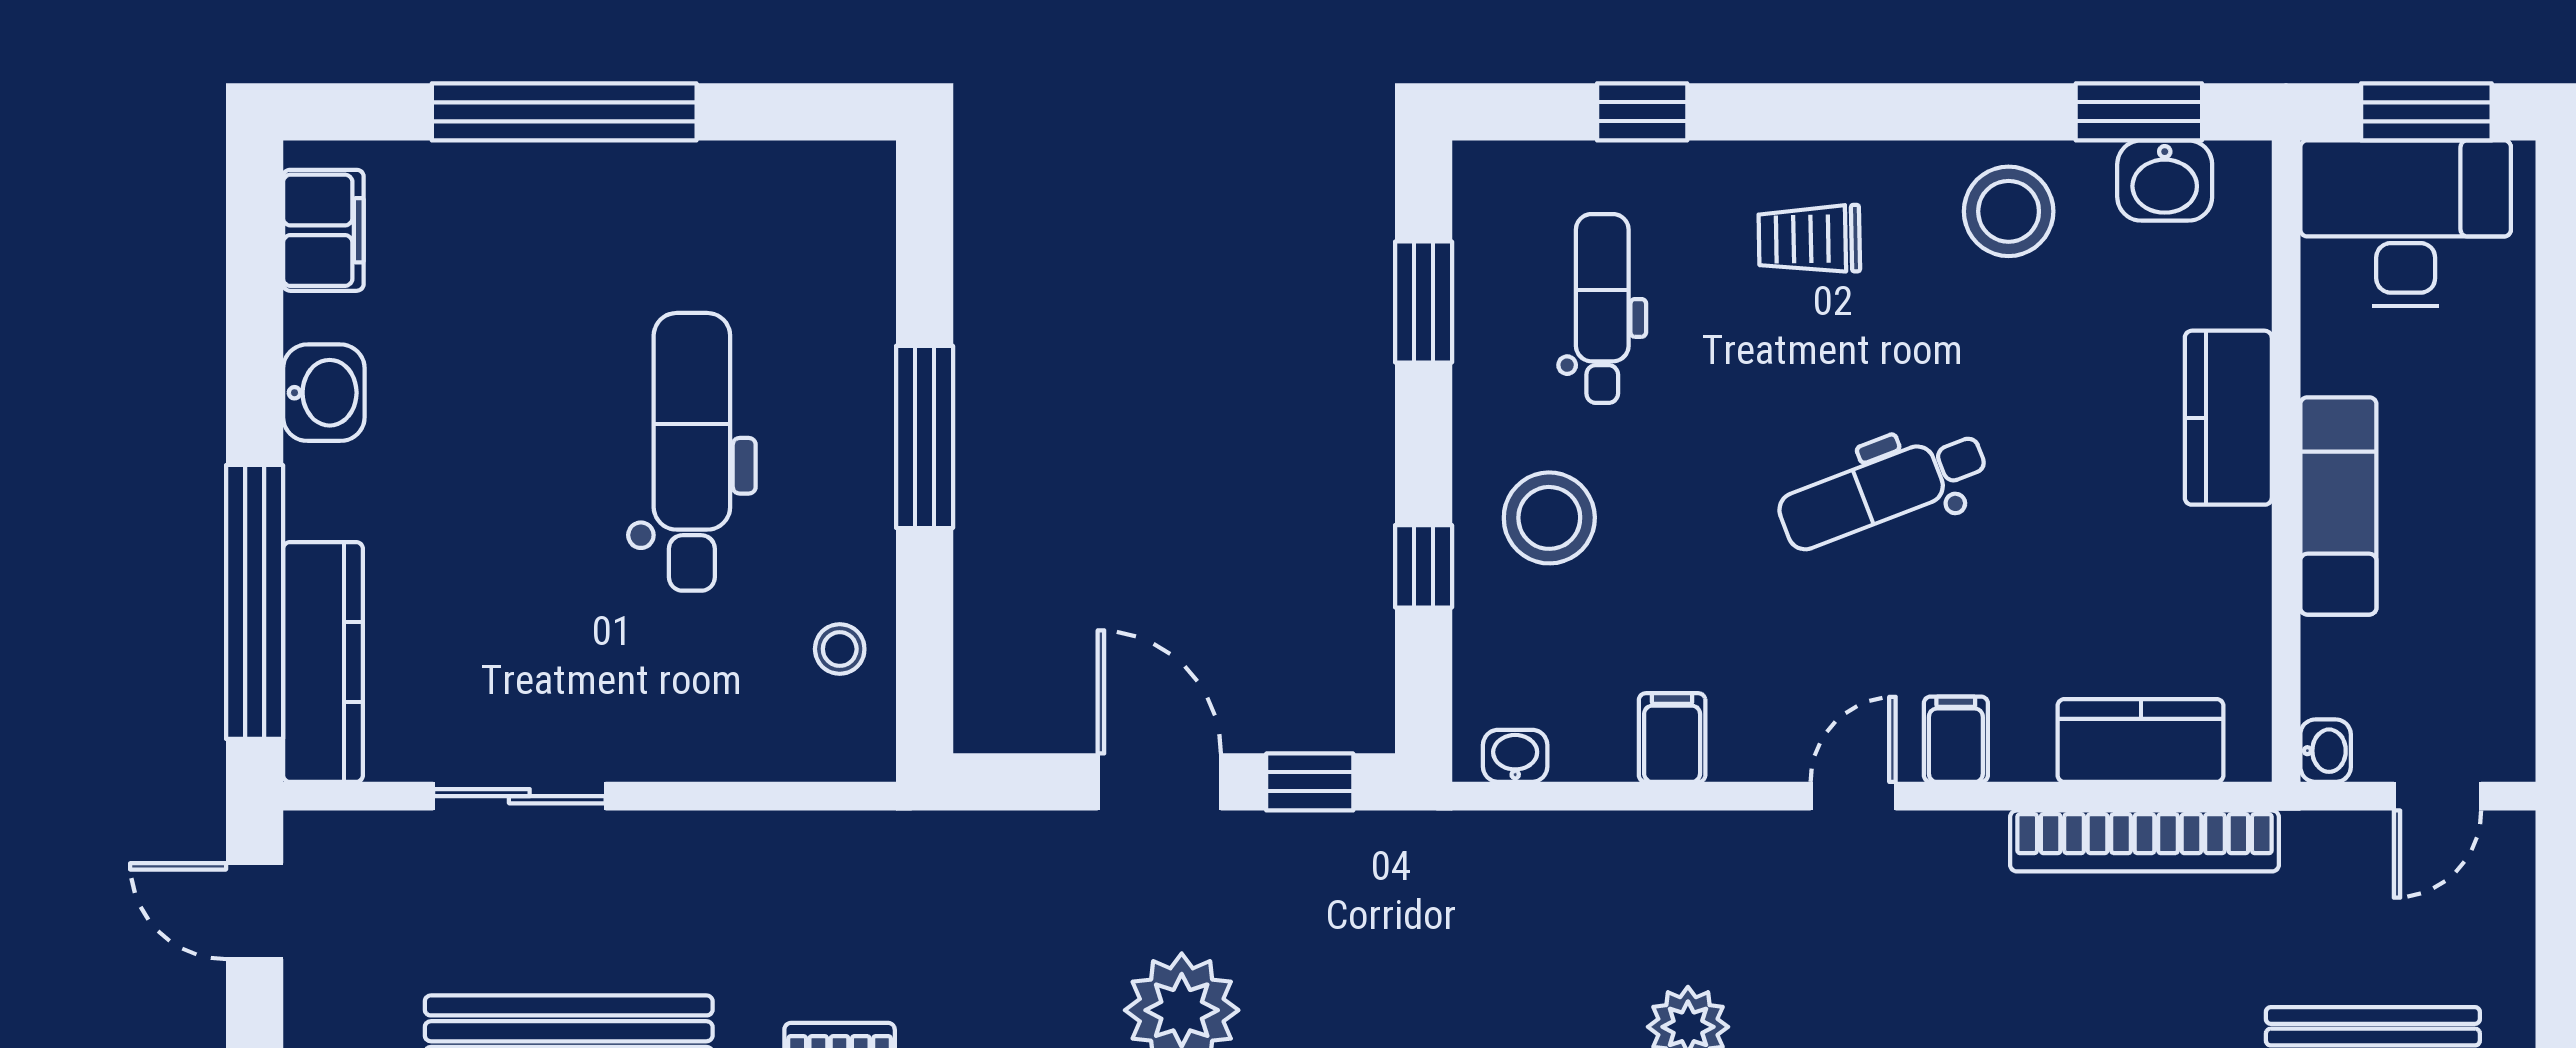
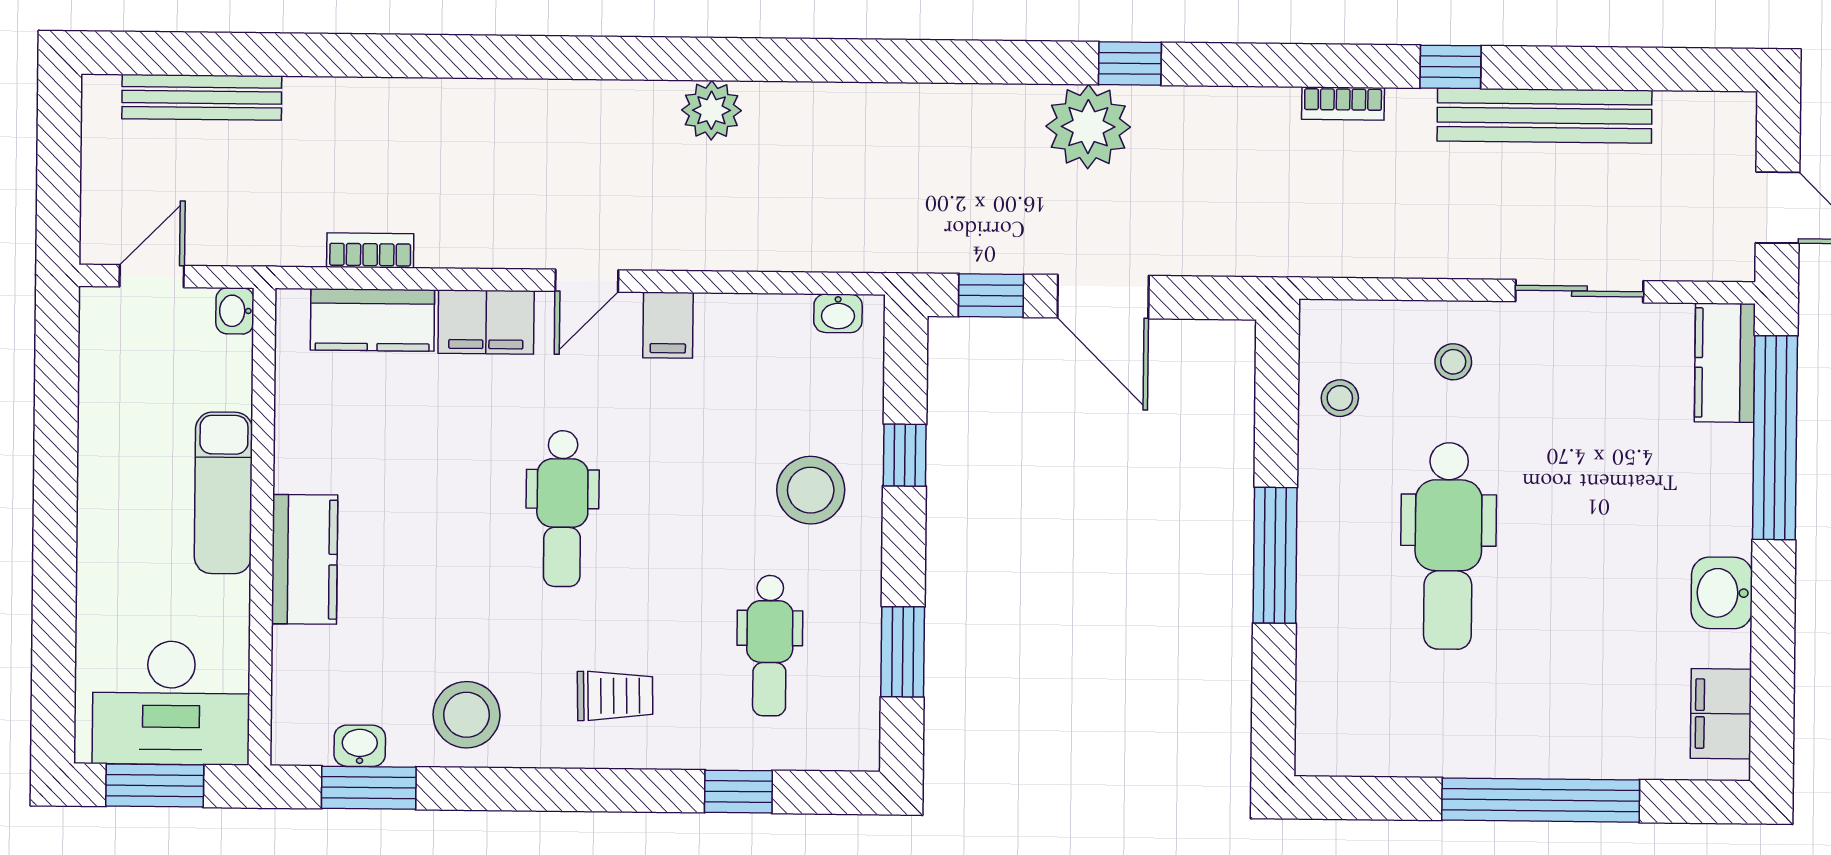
washbasin: (2165, 181) -> (360, 746), width x0.72, depth x0.69
dental chair: (1883, 490) -> (562, 509), turned 111
kitchen counter: (323, 662) -> (1725, 363), width x0.67
stool: (688, 699) -> (1453, 362), added
filing cabinet: (1672, 738) -> (668, 325), moved
filing cabinet: (1956, 739) -> (486, 322), width x2.00
bookcase: (2145, 841) -> (370, 250), width x0.43, depth x0.76

